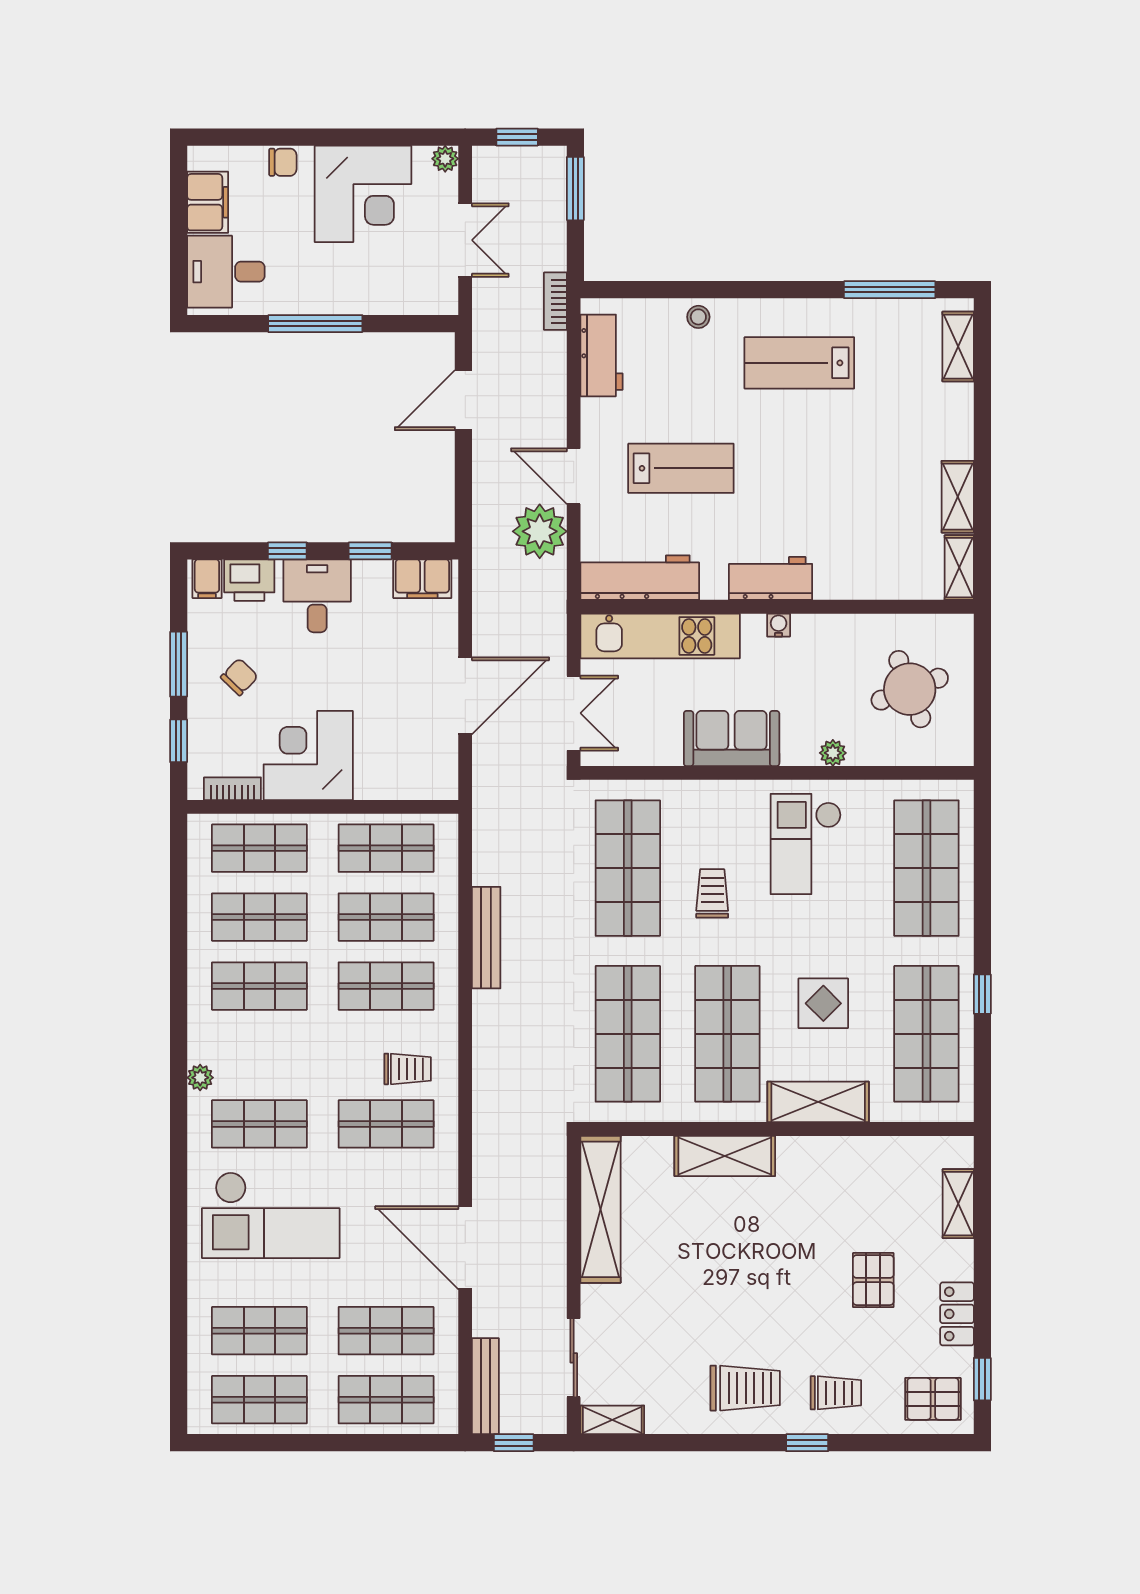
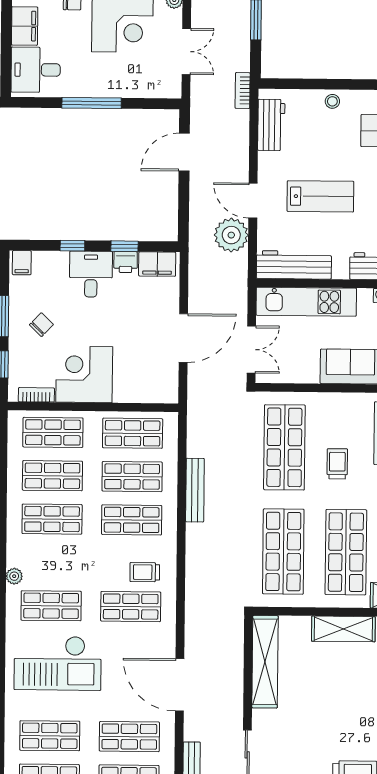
printer: (249, 580) -> (126, 262), moved, width x0.73, depth x0.81
trolley: (408, 1069) -> (145, 572), turned 180

